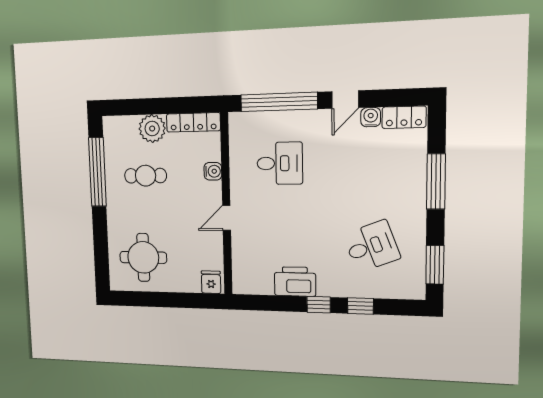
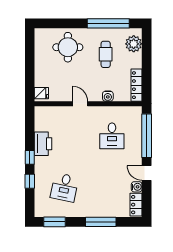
plant: (152, 129) -> (134, 44), moved
desk: (372, 246) -> (64, 187), turned 33
round table: (143, 257) -> (68, 47), moved

